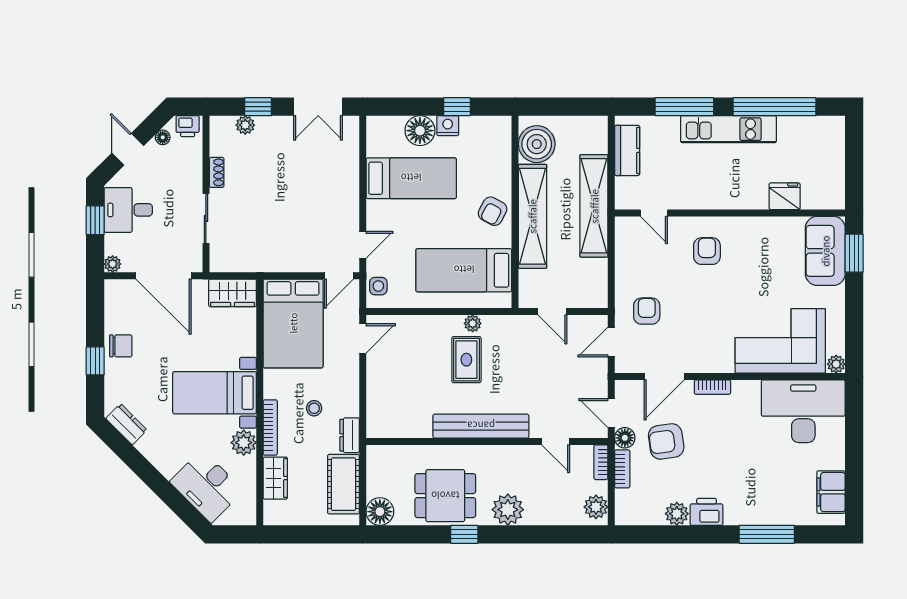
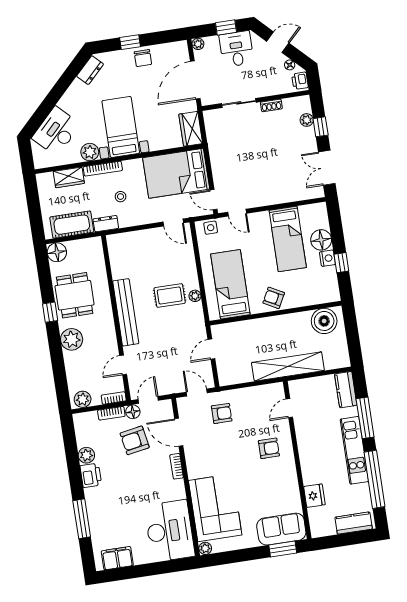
kitchen counter: (832, 146) -> (354, 523), added
kitchen counter: (627, 150) -> (346, 390), moved, turned 90
shelving: (532, 216) -> (274, 326), removed
armchair: (666, 441) -> (135, 440), turned -92

